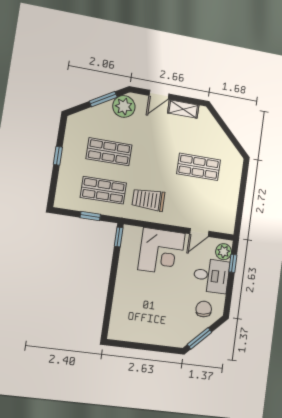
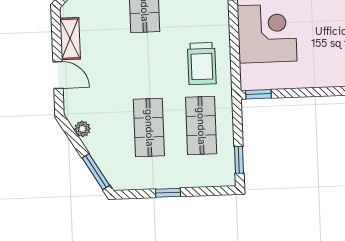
window: (103, 99) -> (96, 172), moved
plant: (124, 106) -> (82, 129), width x0.53, depth x0.53
window: (90, 216) -> (239, 160), moved

